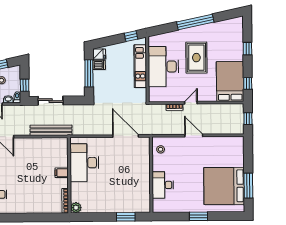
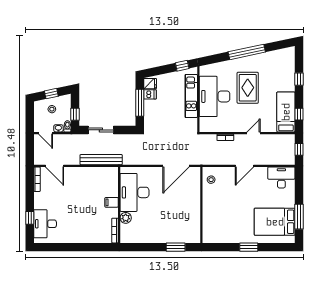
bed: (230, 81) -> (286, 112), width x0.67
door: (191, 103) -> (254, 133), moved
door: (194, 135) -> (244, 166), swing flipped
door: (126, 136) -> (176, 166), swing flipped
desk: (163, 185) -> (281, 178), moved, turned 90
bed: (224, 186) -> (275, 222), width x0.73
plant: (76, 208) -> (126, 218), moved

